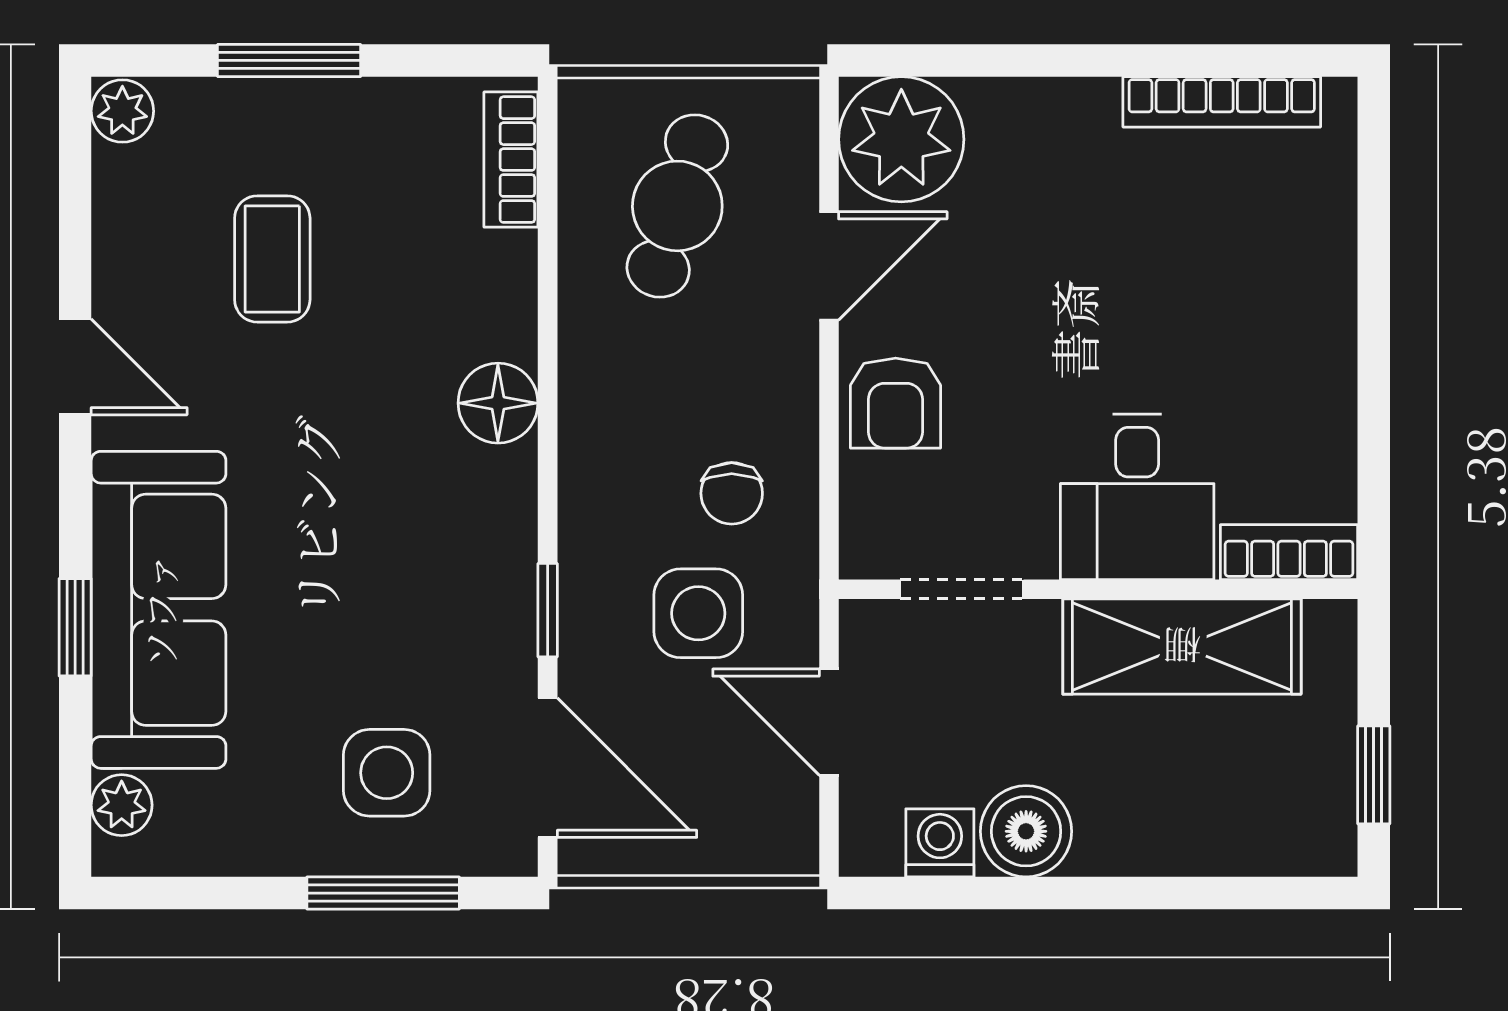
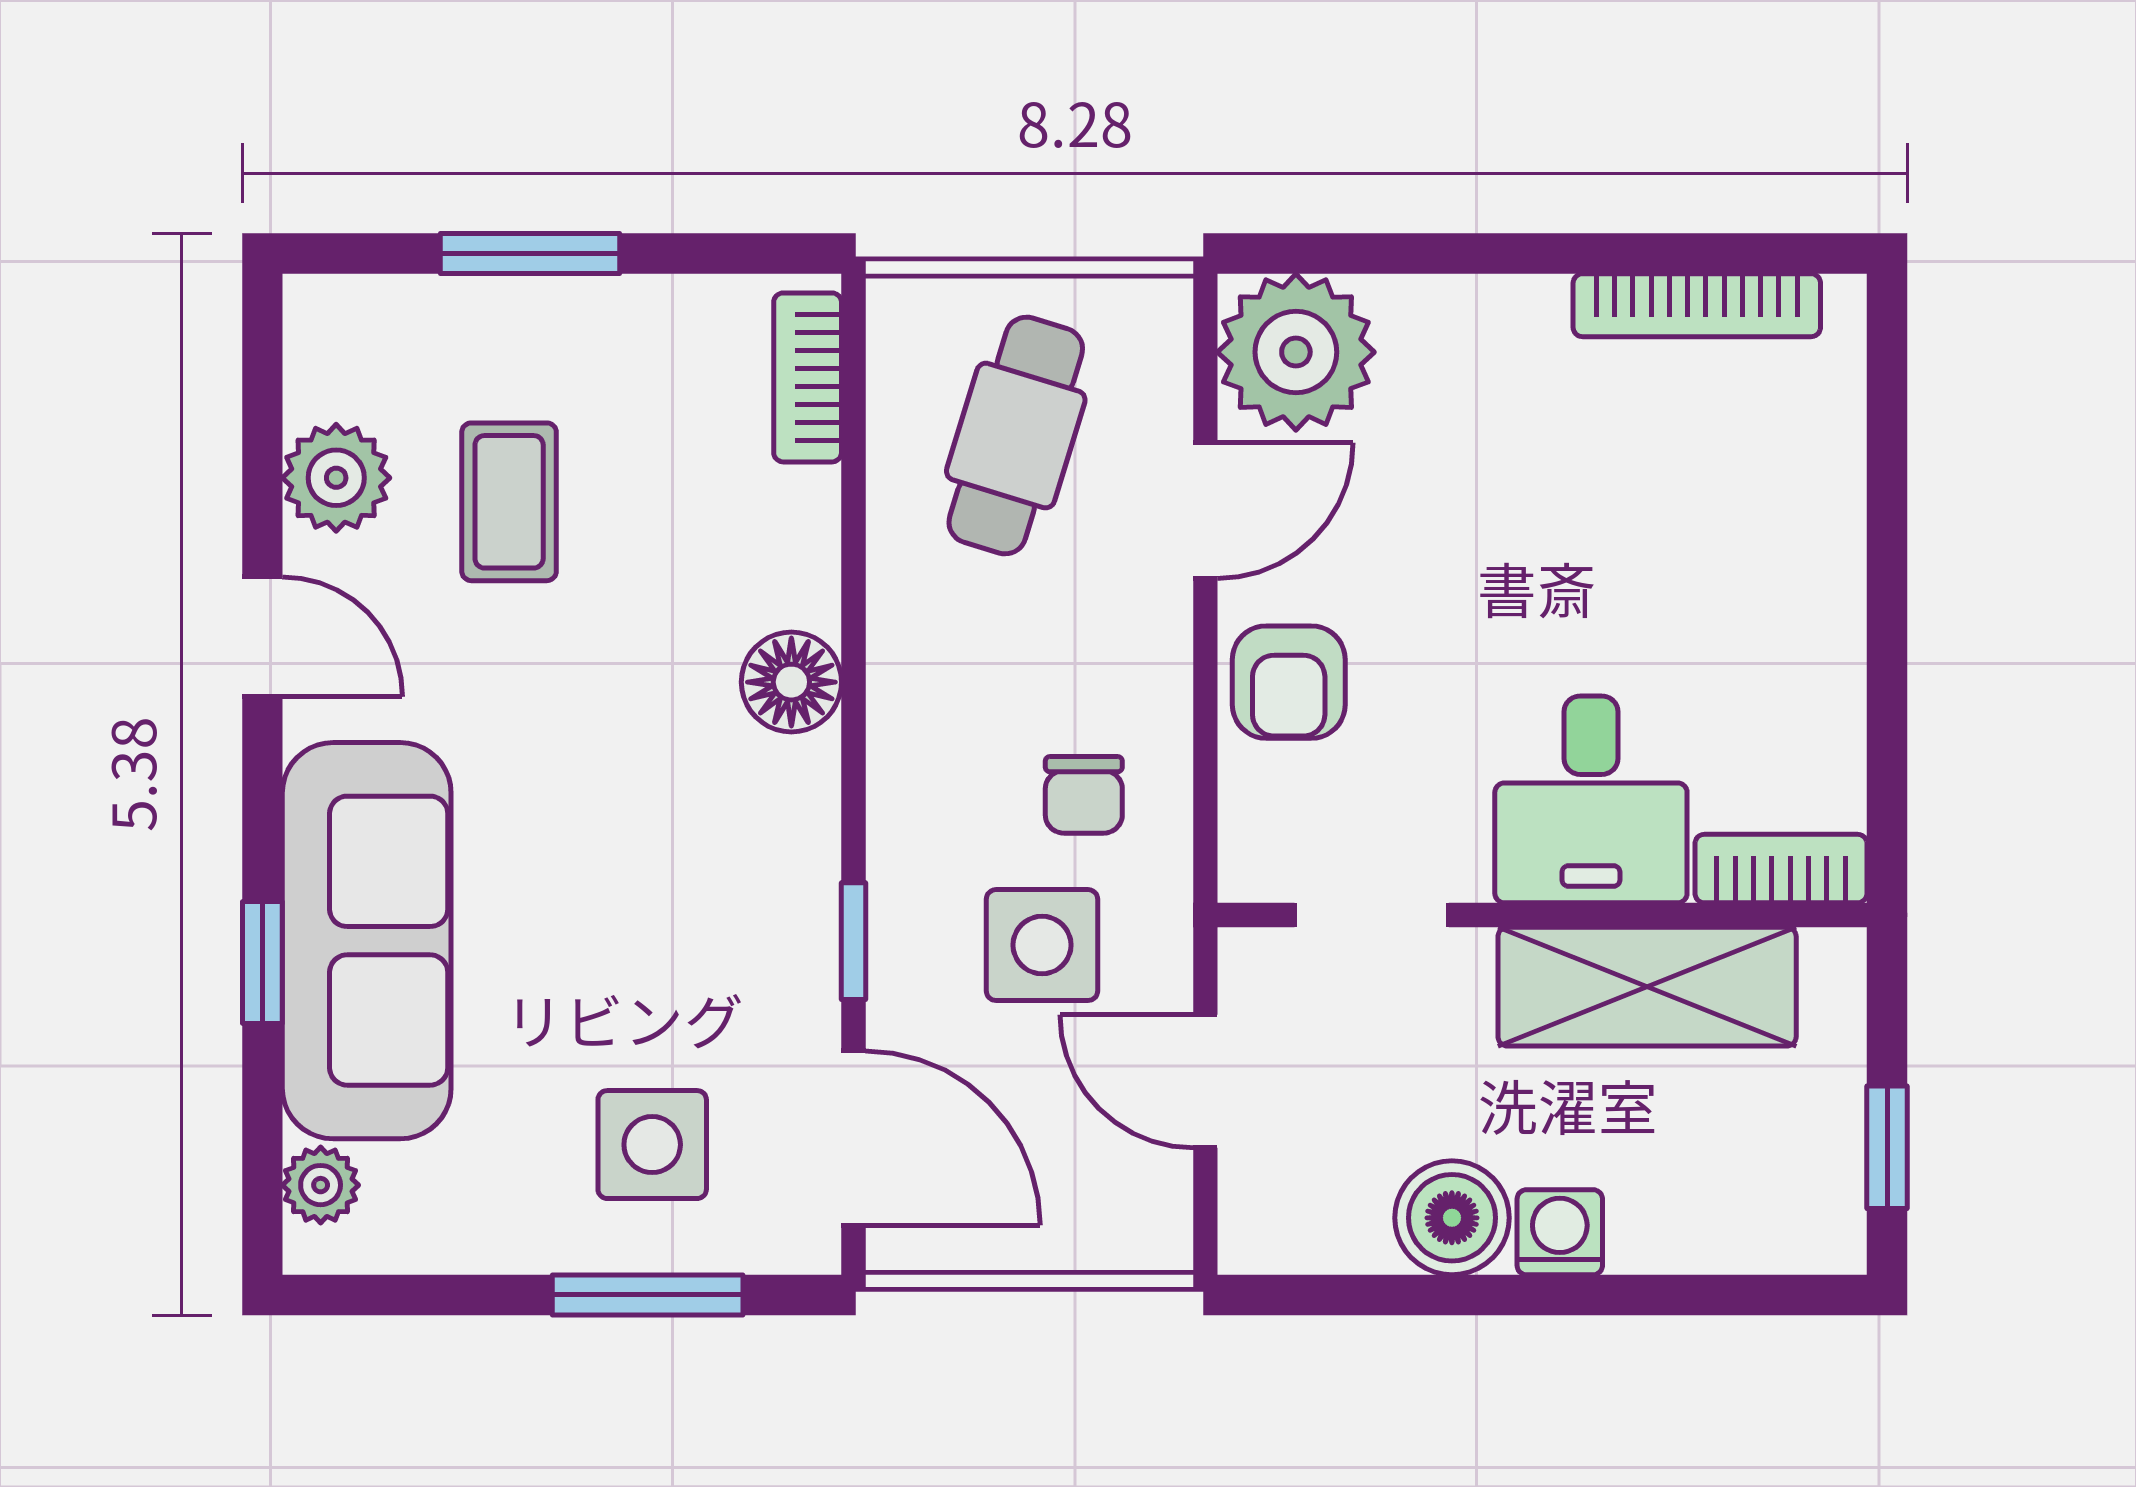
plant: (122, 111) -> (336, 478), moved, width x1.38, depth x1.38
washing machine: (940, 843) -> (1560, 1232), moved

